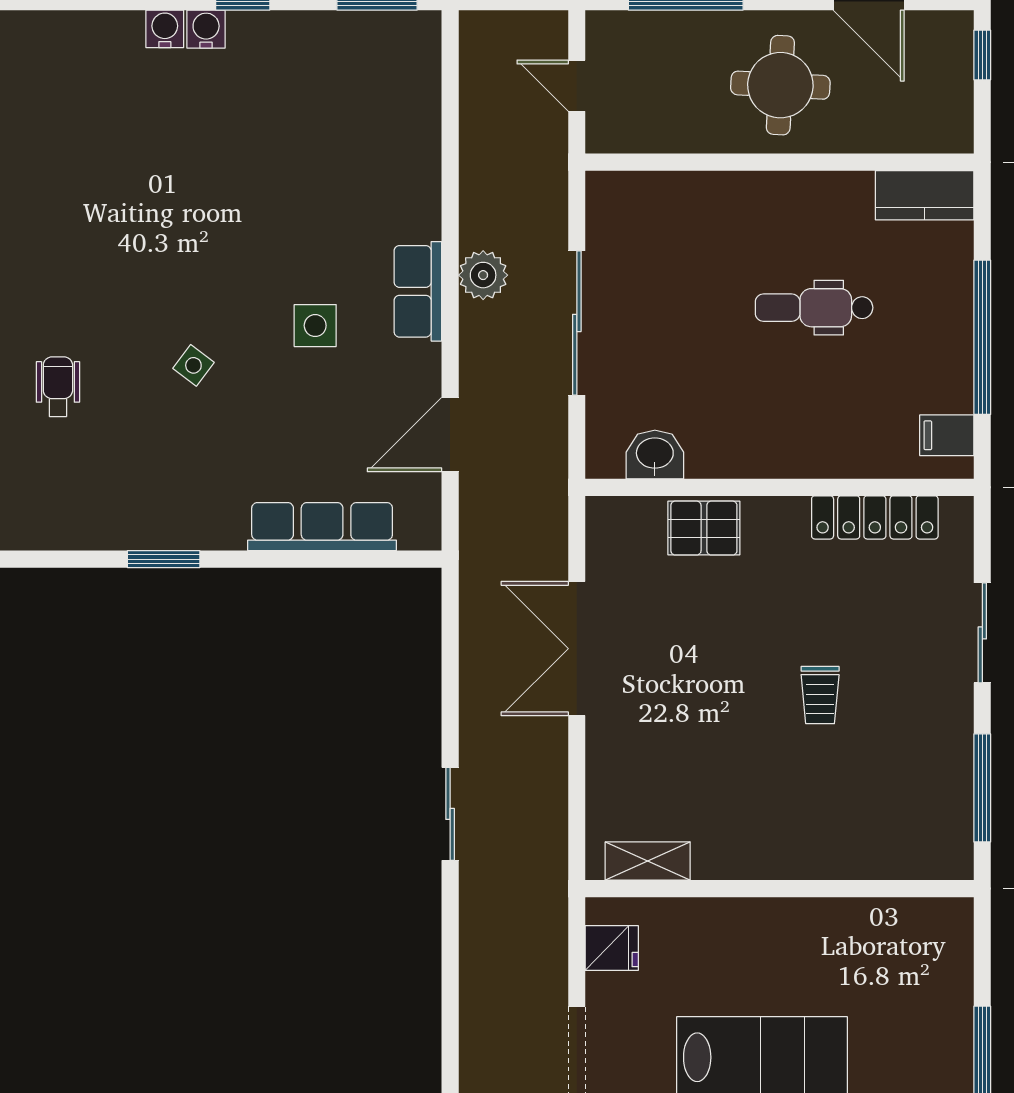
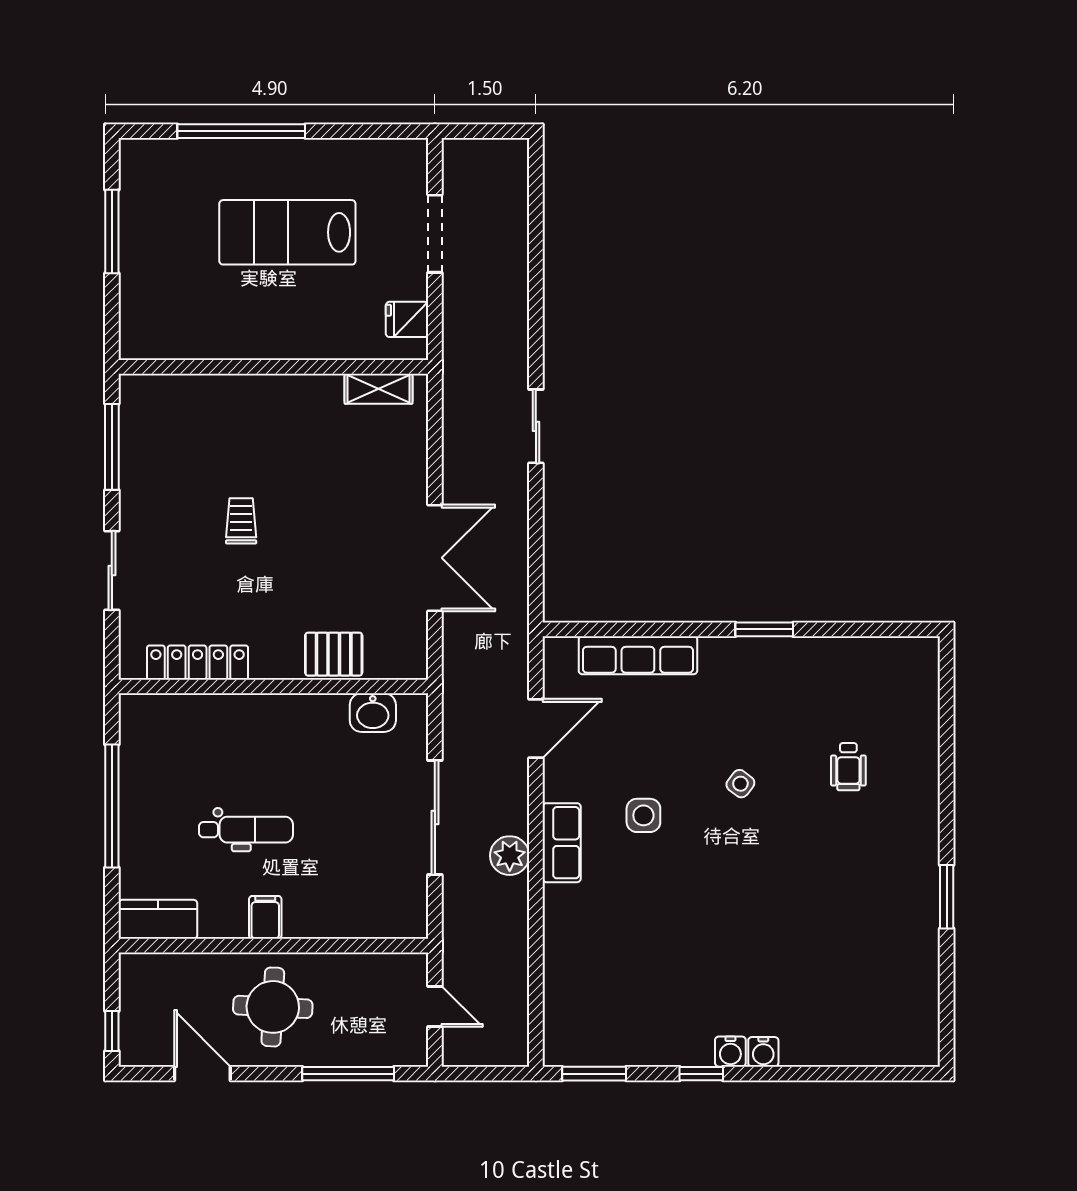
filing cabinet: (947, 435) -> (265, 917), moved, turned -90

